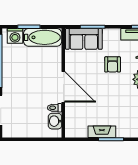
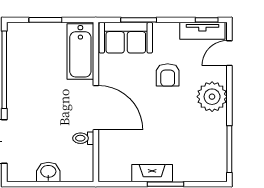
washing machine: (15, 36) -> (25, 33), removed
bathtub: (43, 37) -> (80, 52), moved, turned 90
washbasin: (55, 121) -> (48, 172), moved, turned 90

